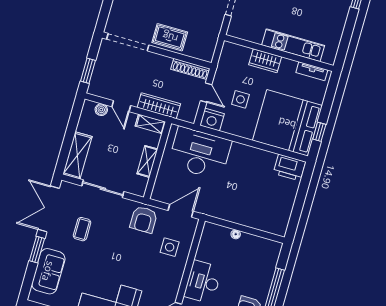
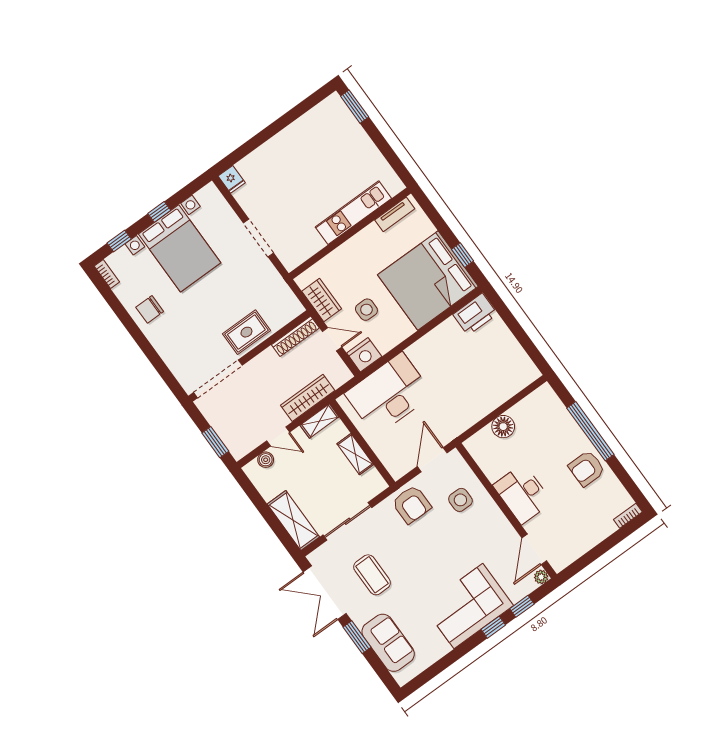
wardrobe: (265, 61) -> (322, 300), moved, turned -90
coffee table: (82, 229) -> (372, 575), width x1.36, depth x1.30
floor lamp: (236, 234) -> (503, 427), width x1.89, depth x1.89

